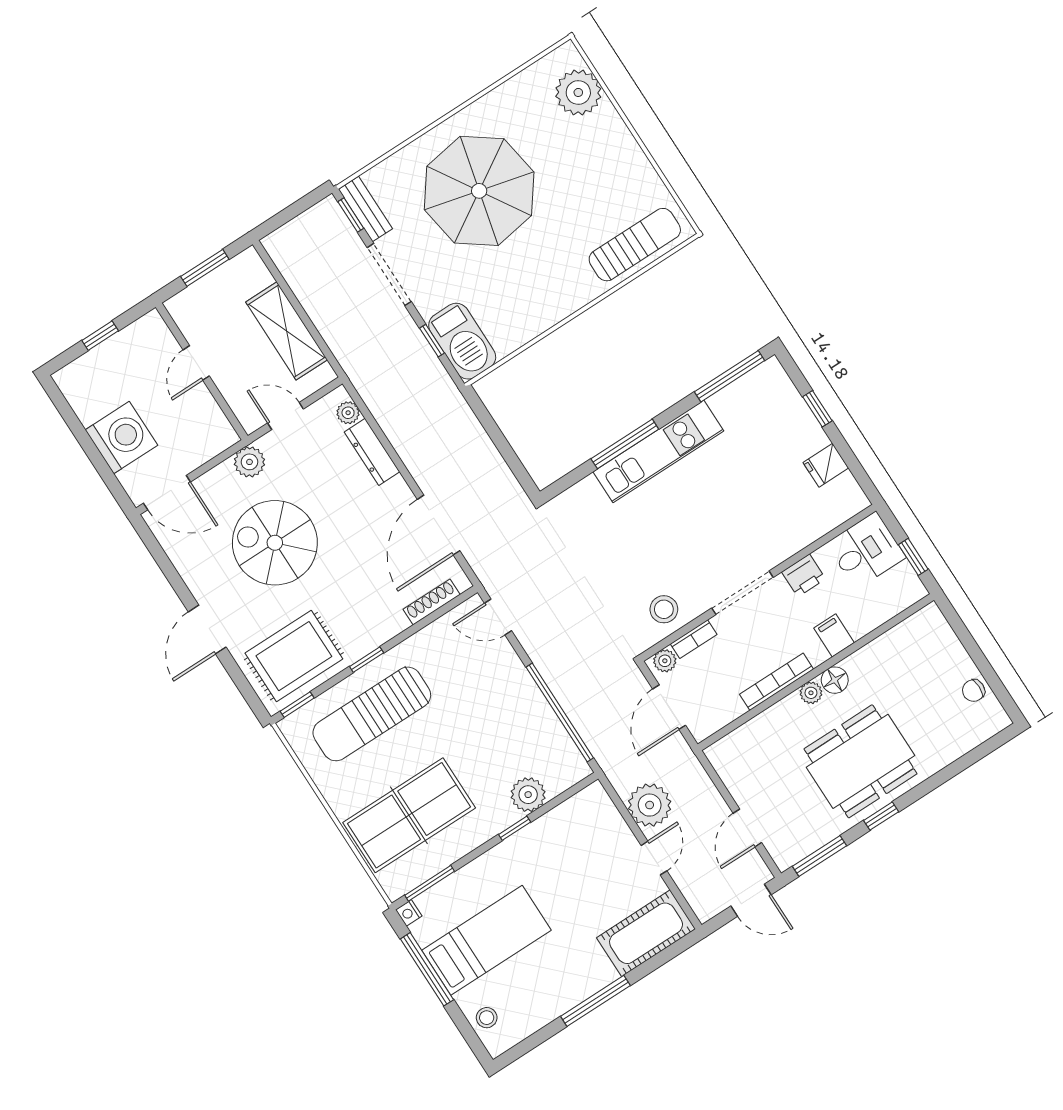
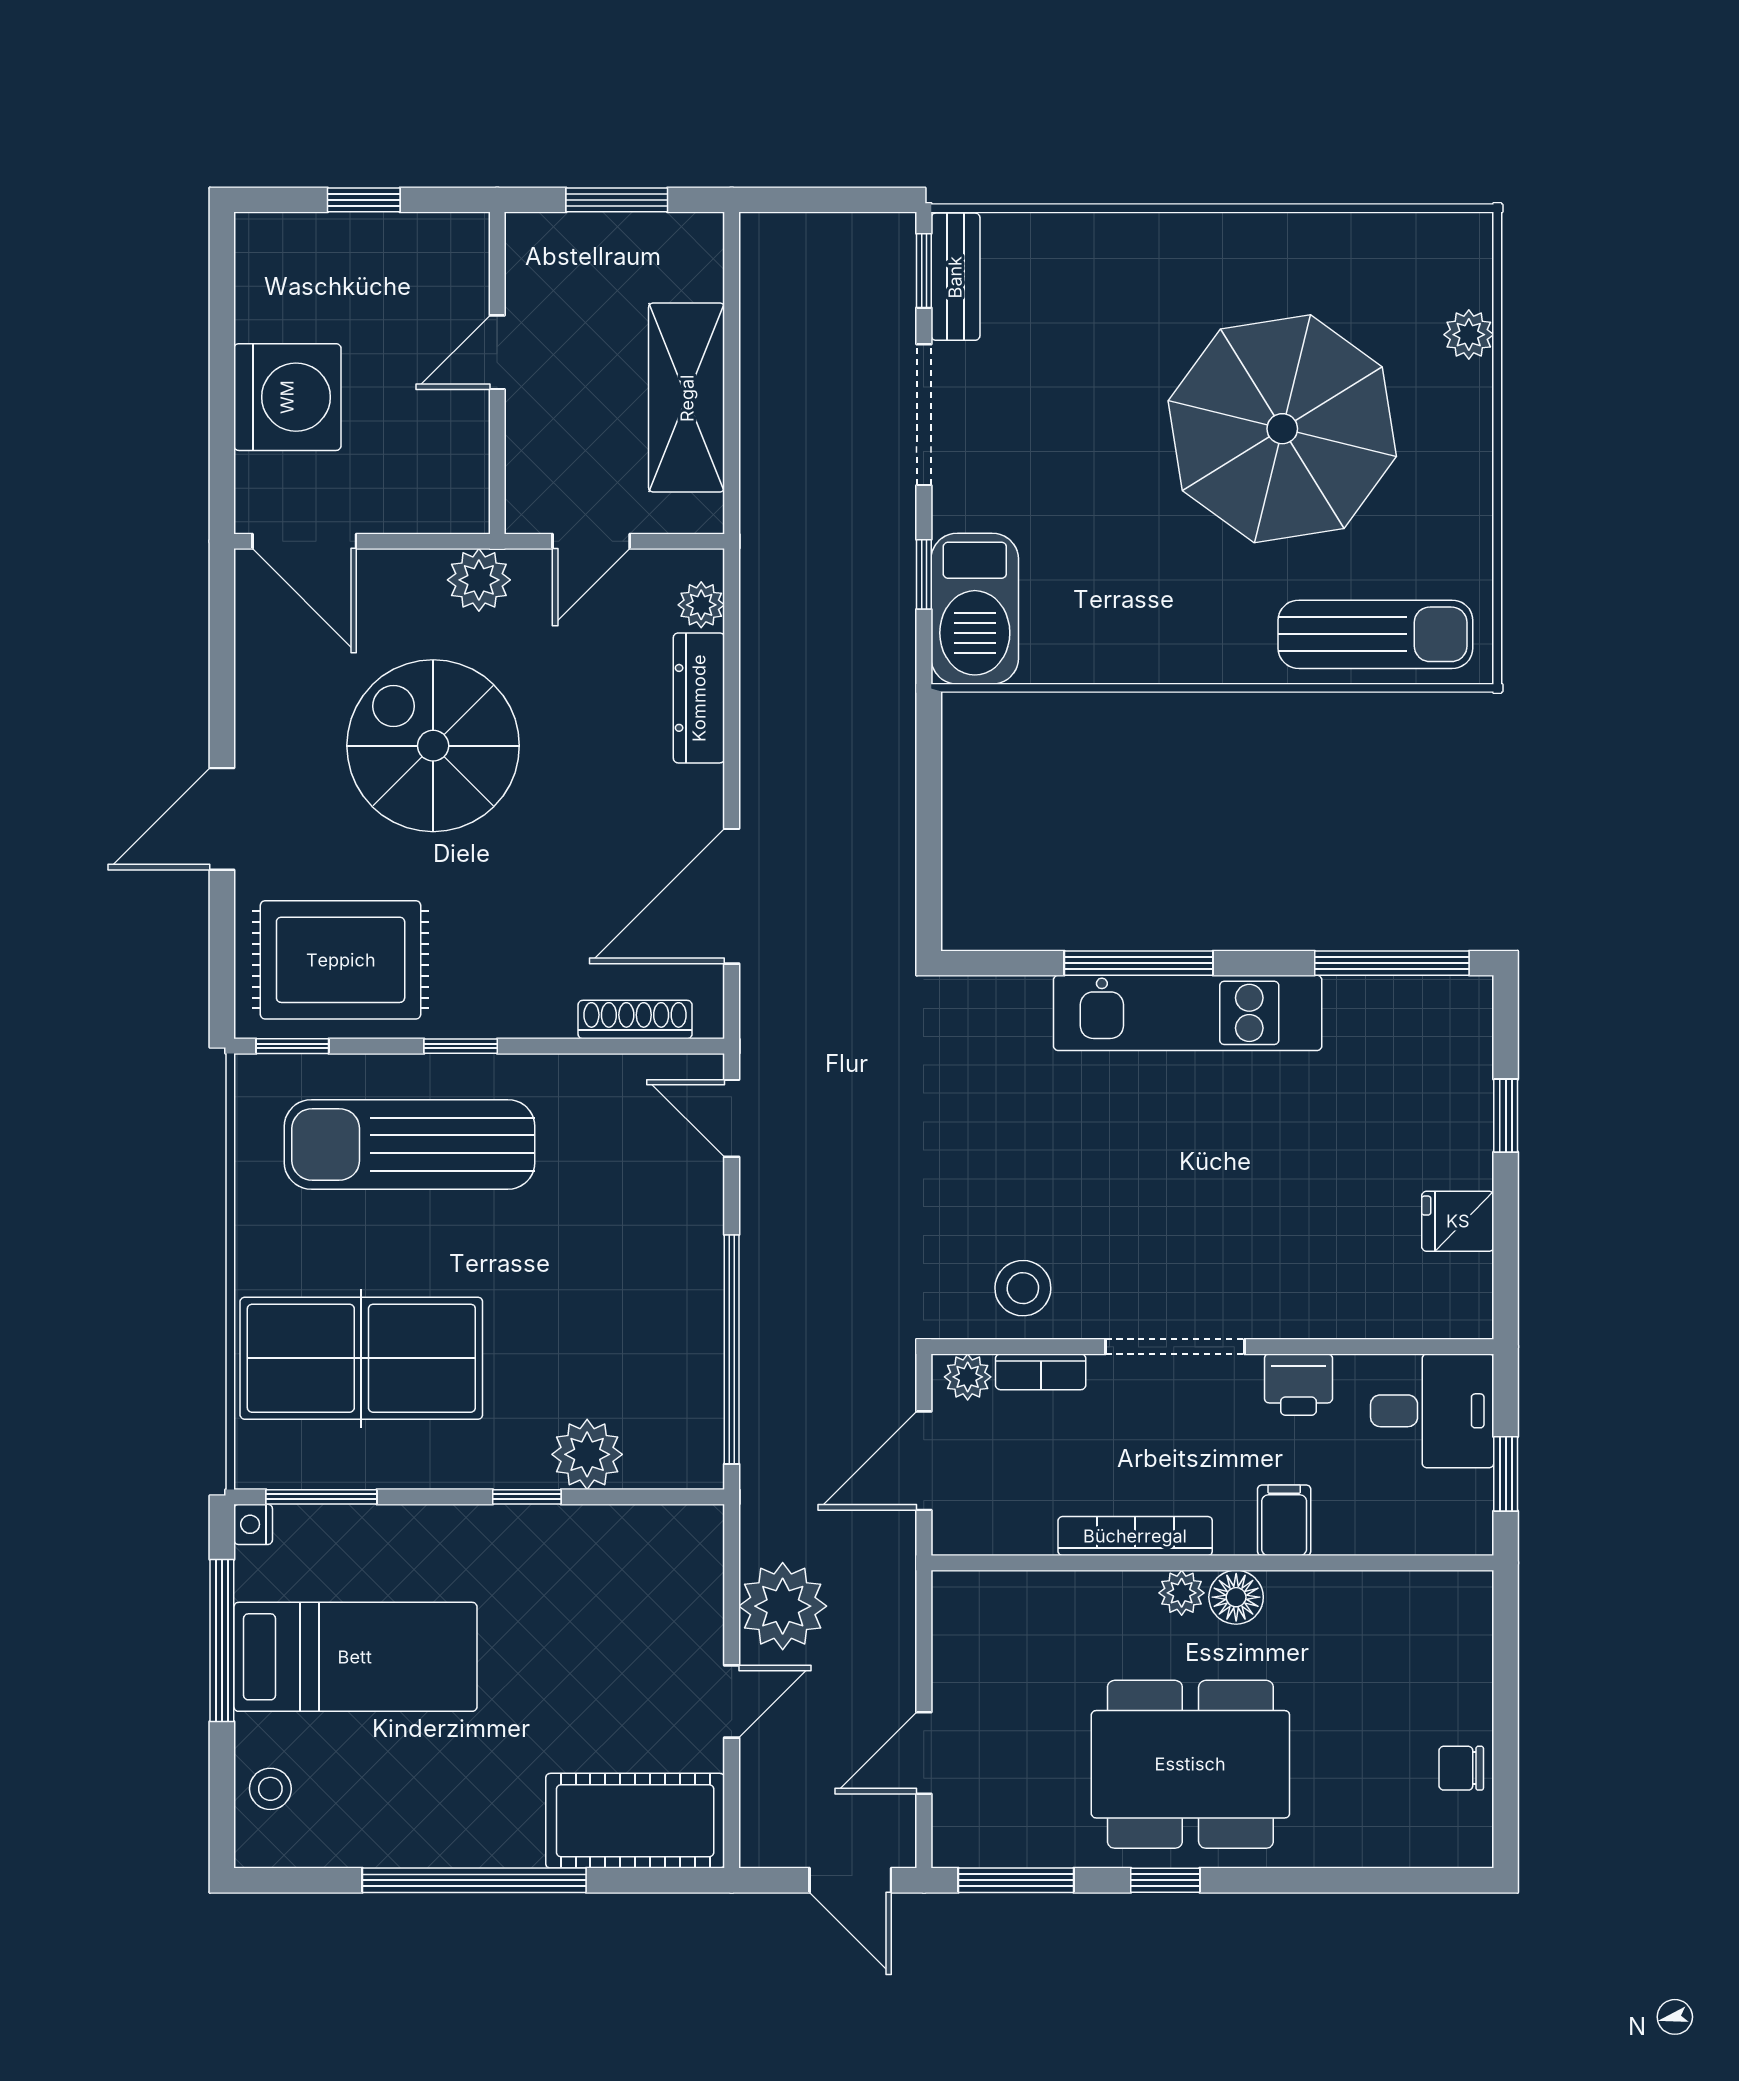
plant: (578, 92) -> (1469, 335), width x0.53, depth x0.53
parasol: (479, 191) -> (1282, 429), moved
door: (286, 416) -> (591, 541), swing flipped
window: (595, 1001) -> (474, 1880), width x1.46

